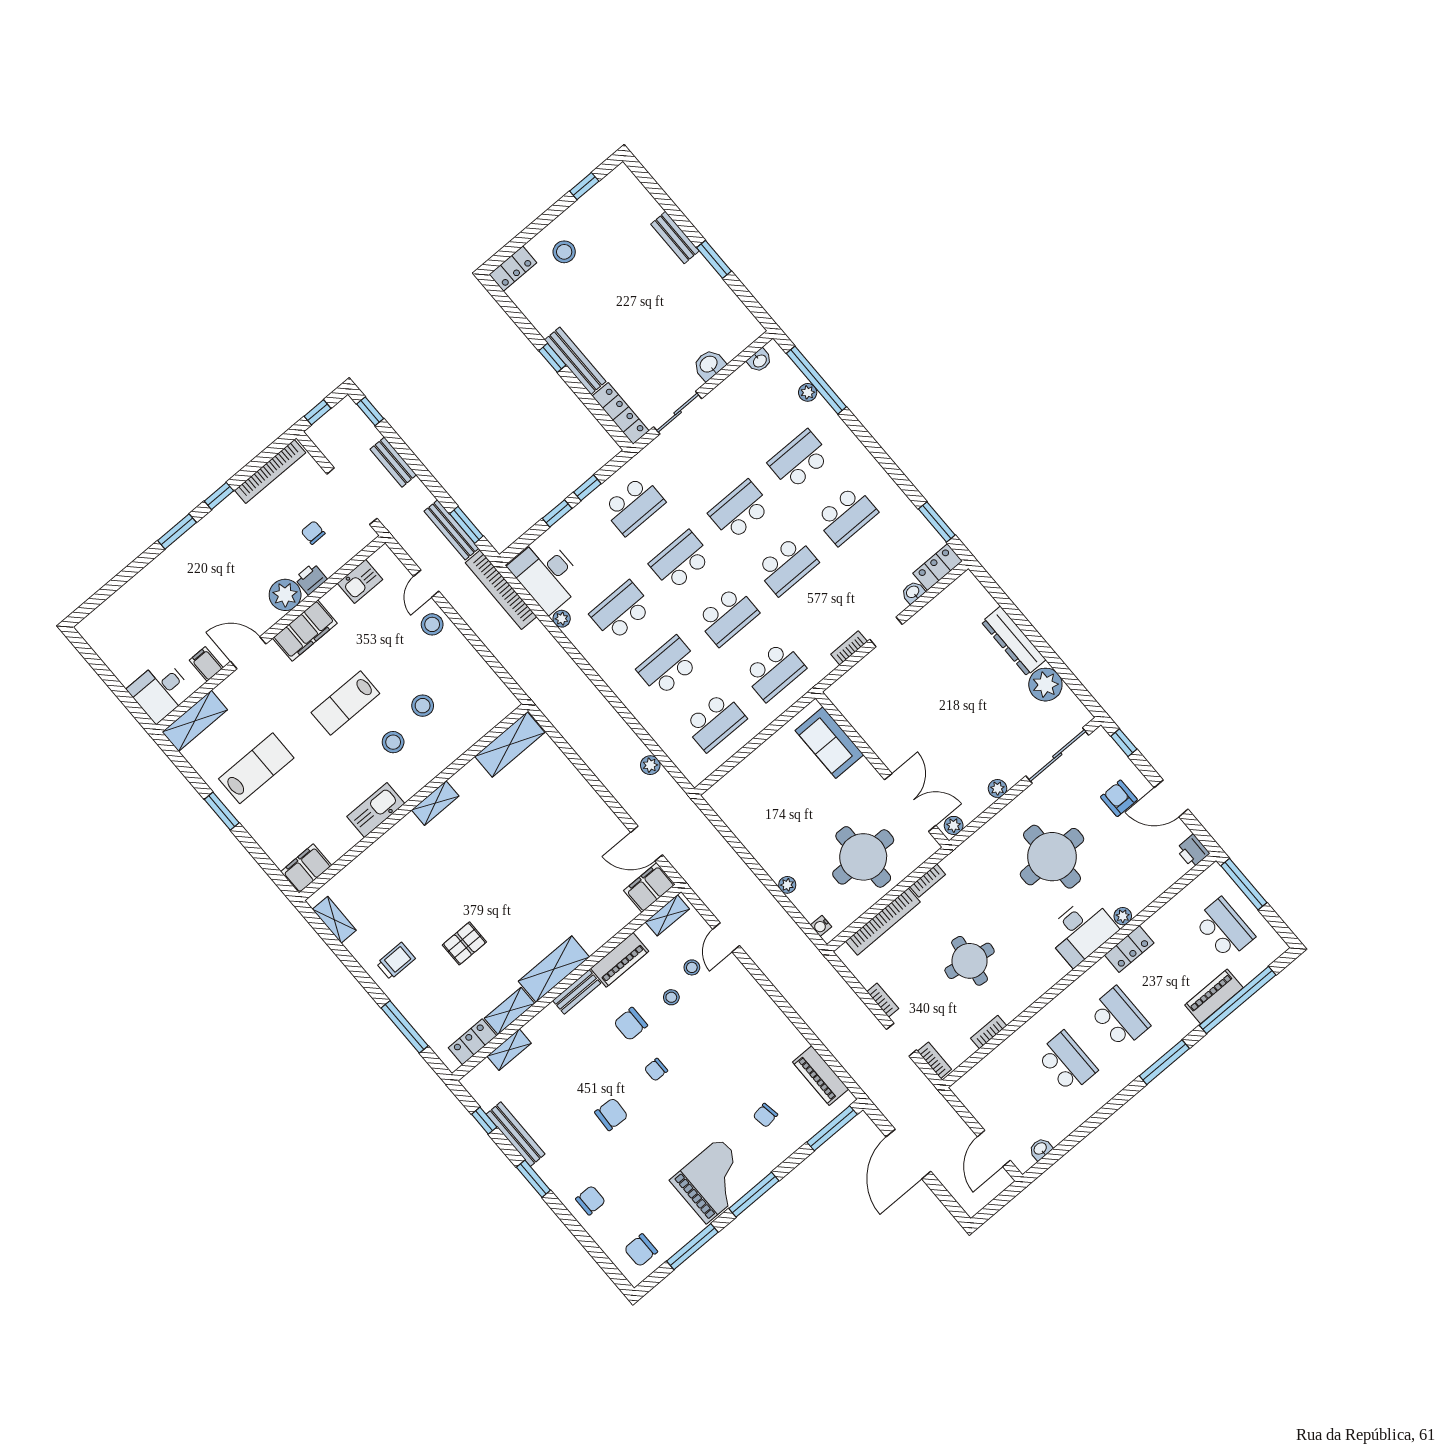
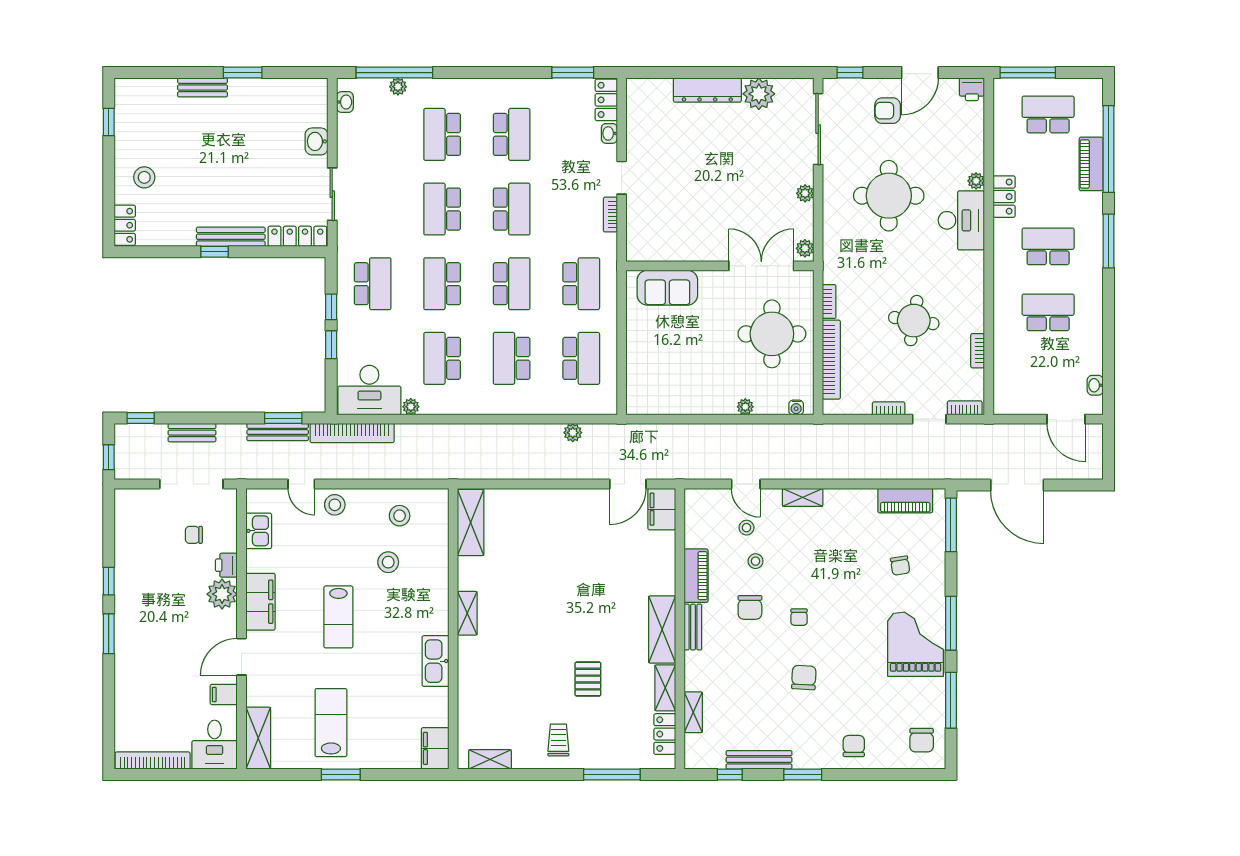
bookcase: (270, 472) -> (153, 760), moved, turned -90
stool: (393, 742) -> (400, 516), moved
shelving: (667, 915) -> (803, 497), moved, turned 90

